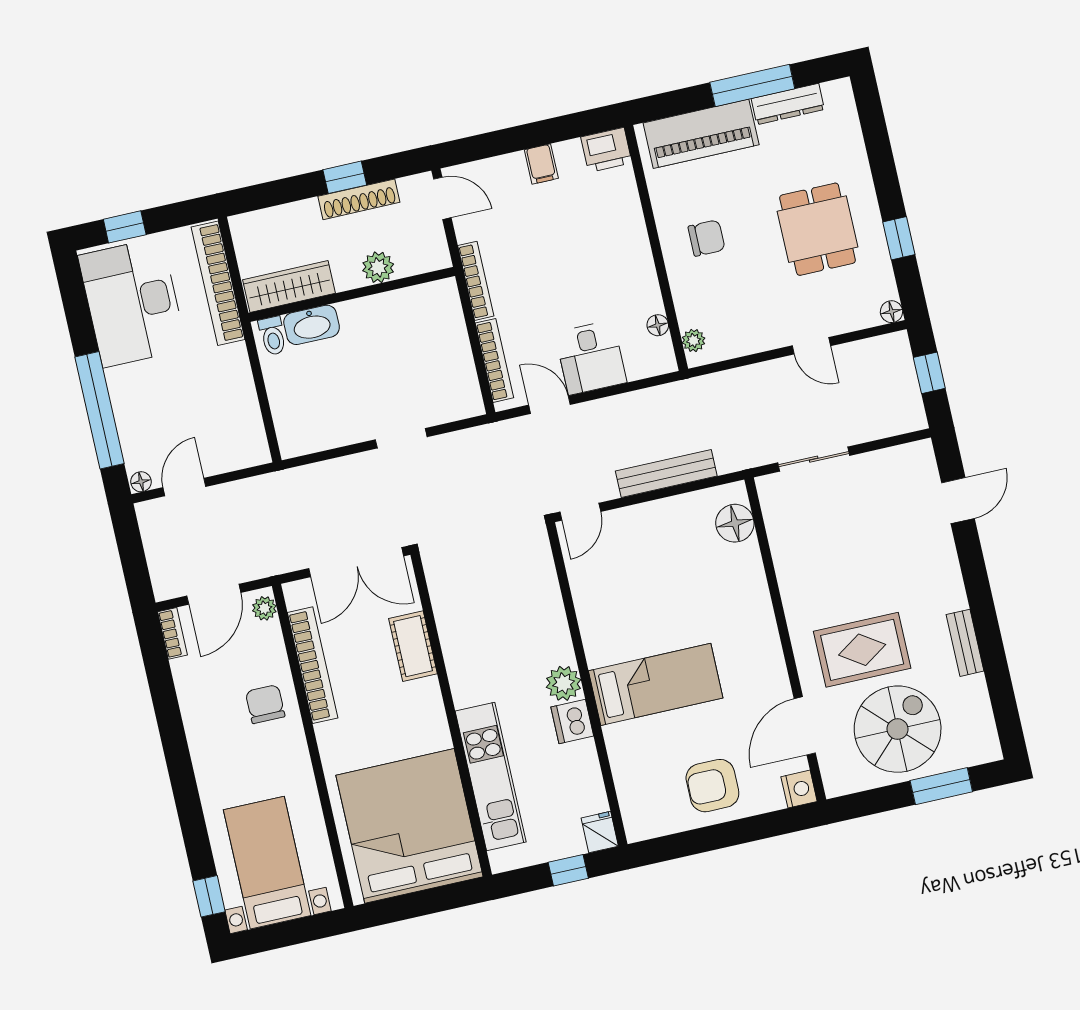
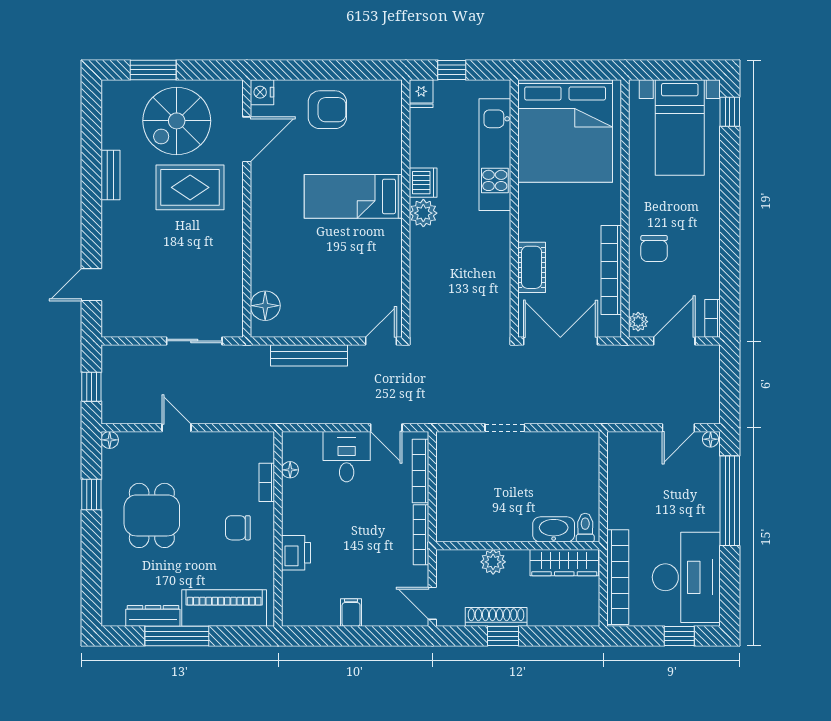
printer: (606, 150) -> (296, 553), moved, turned 90
bookcase: (683, 303) -> (267, 482), added
plant: (694, 340) -> (265, 452), removed

